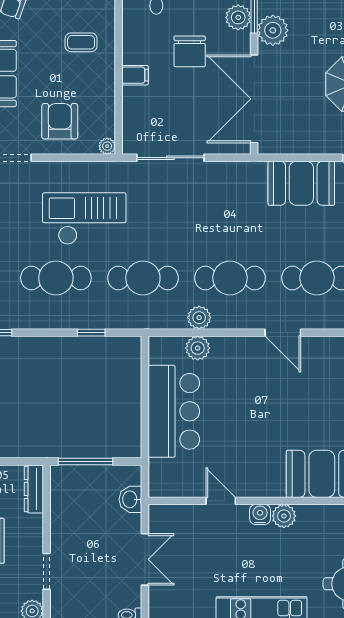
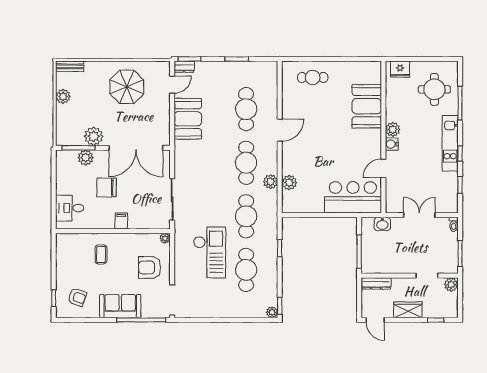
chair: (190, 51) -> (107, 188), turned 180
checkout: (84, 219) -> (210, 252), turned 180
bar counter: (174, 411) -> (353, 197), moved

